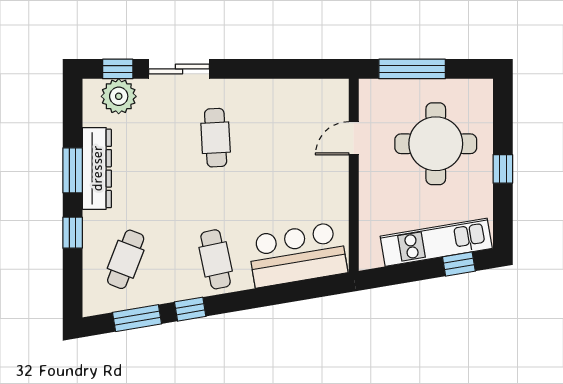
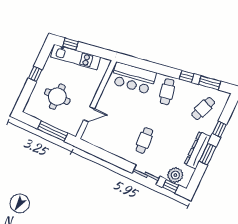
round table: (436, 144) -> (57, 97), width x0.73, depth x0.73

